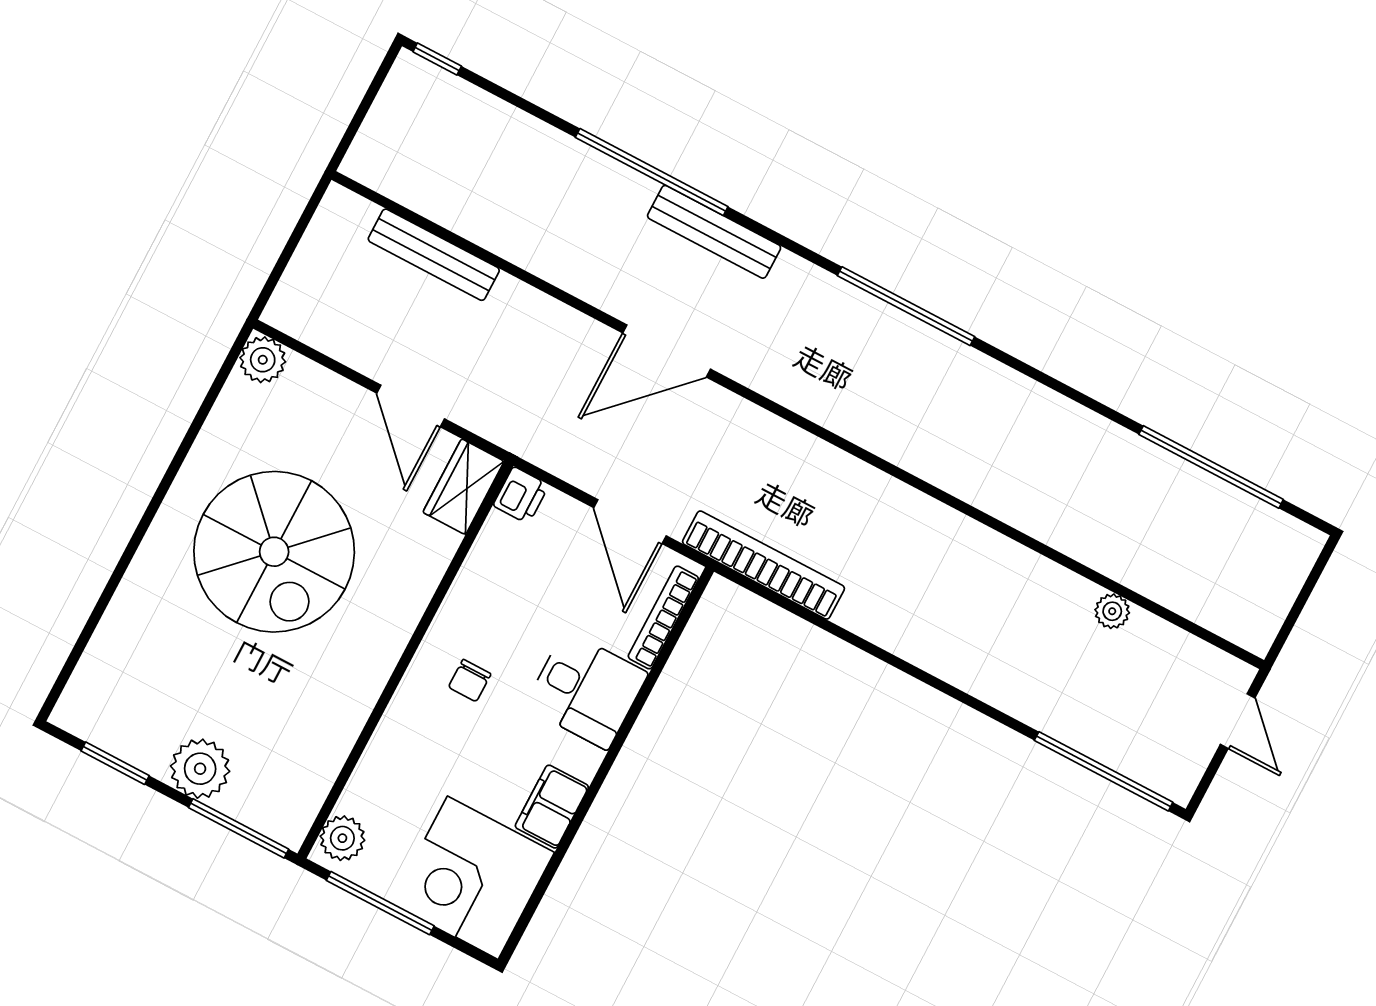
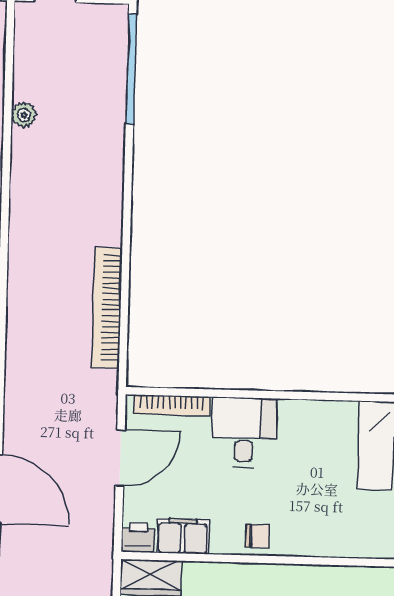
bookcase: (764, 565) -> (107, 308), moved
chair: (470, 681) -> (258, 536), moved
filing cabinet: (552, 807) -> (183, 536), moved, turned 180

